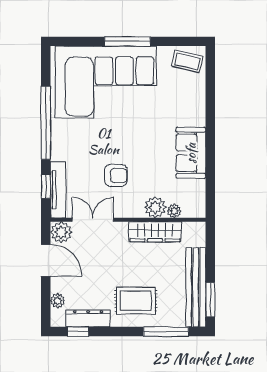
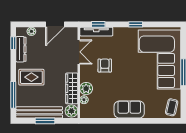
window: (46, 123) -> (136, 24), width x0.32
sofa: (191, 153) -> (129, 109), moved
armchair: (116, 175) -> (105, 65), turned 180
plant: (61, 232) -> (71, 111), moved
window: (210, 300) -> (45, 121), moved
rug: (136, 301) -> (31, 77), turned 90

